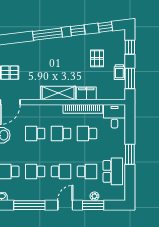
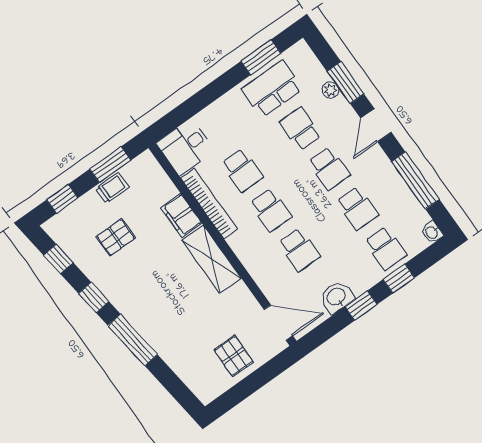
window: (130, 154) -> (261, 57), moved
school desk: (61, 171) -> (329, 169), turned 180
door: (65, 205) -> (376, 125), hinge flipped

